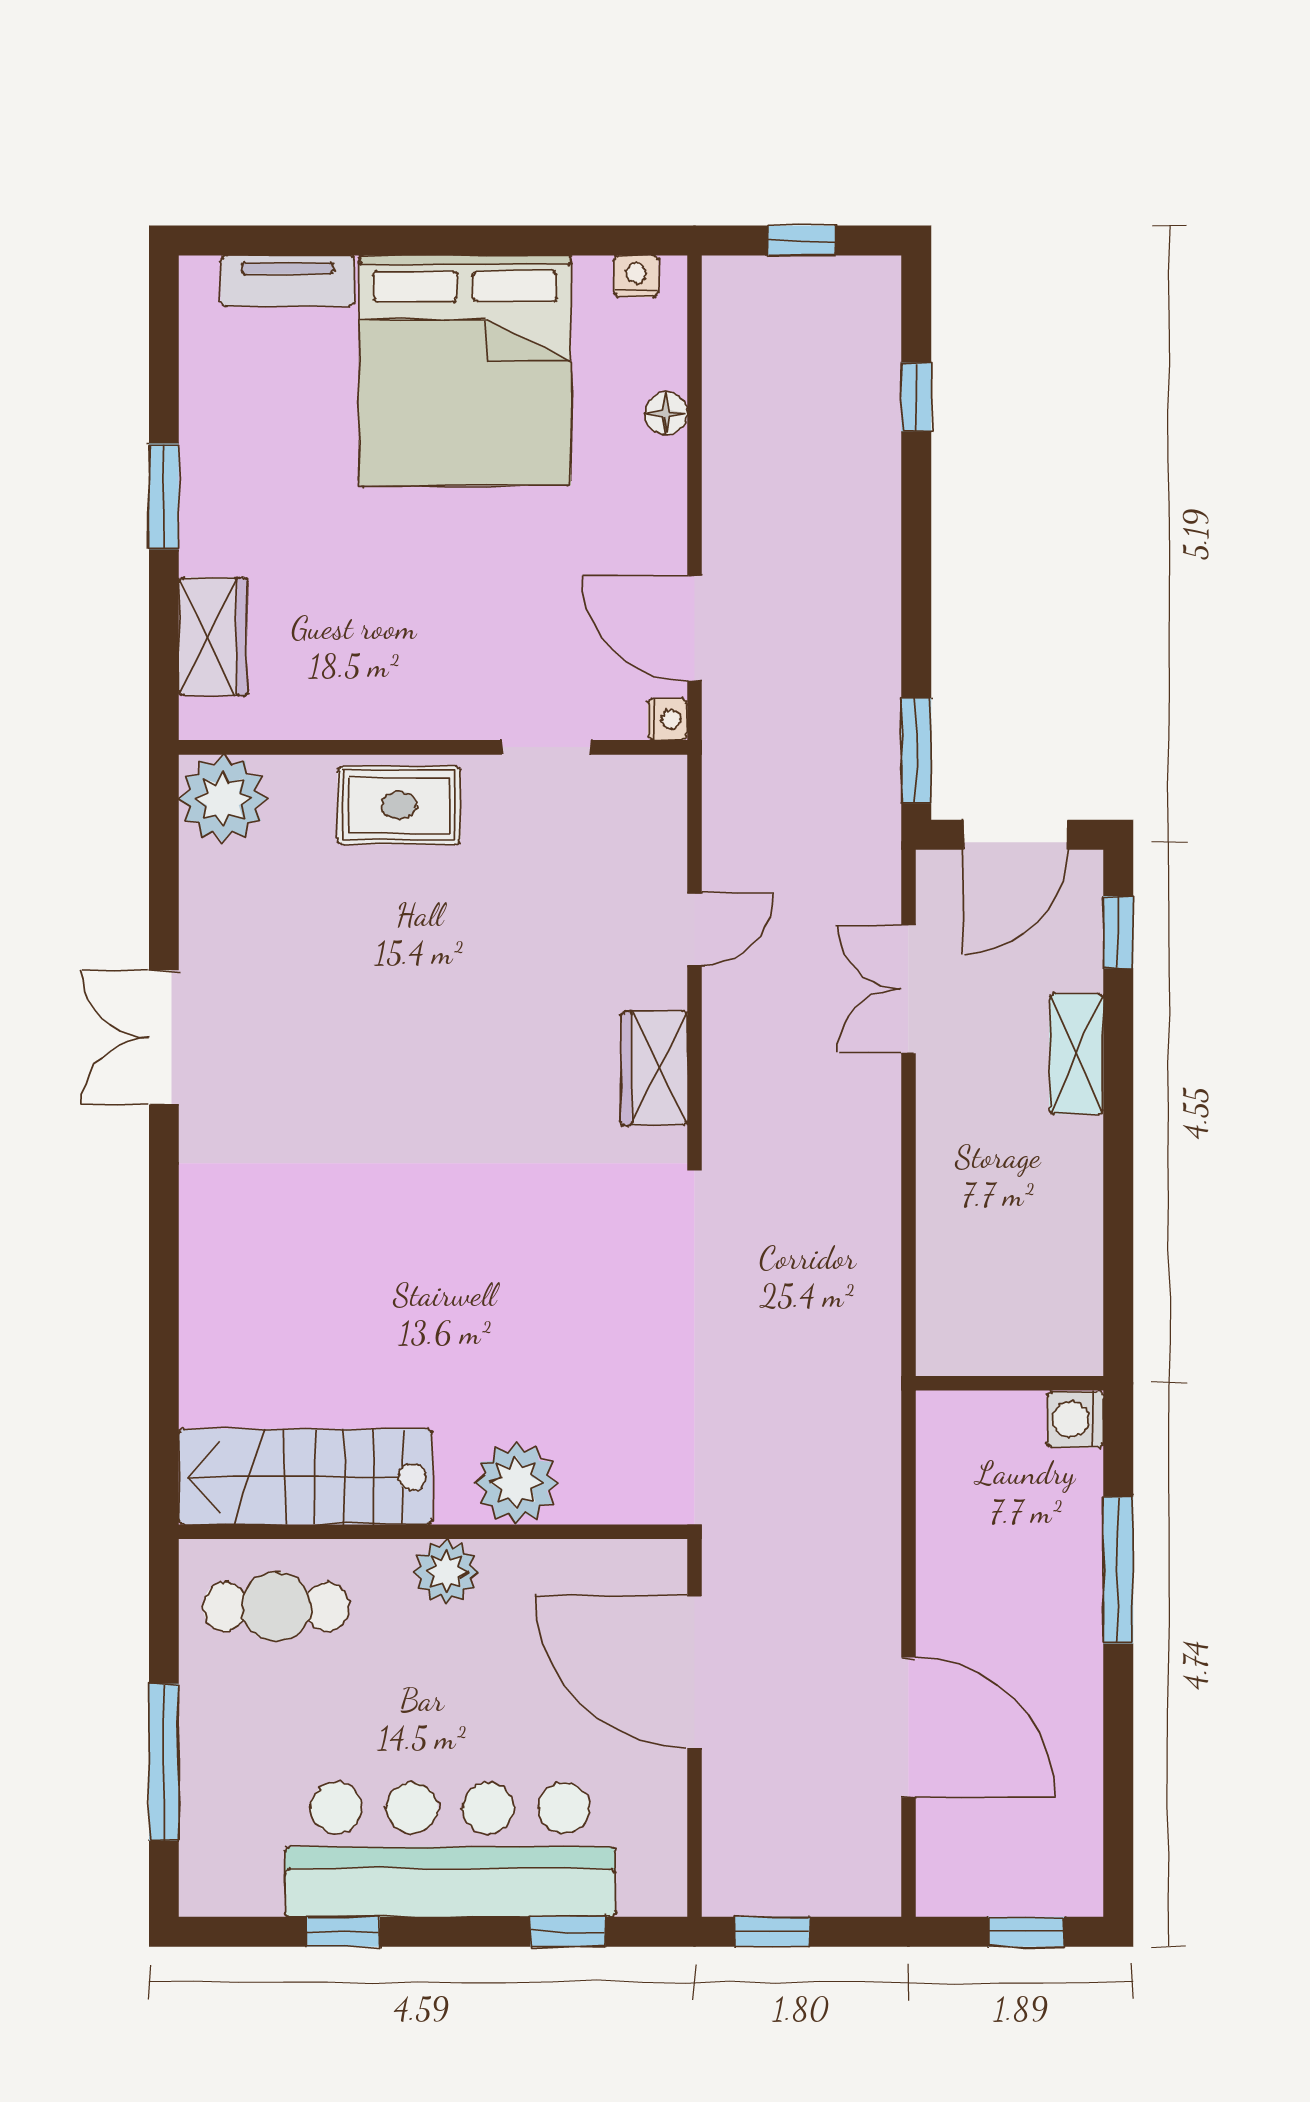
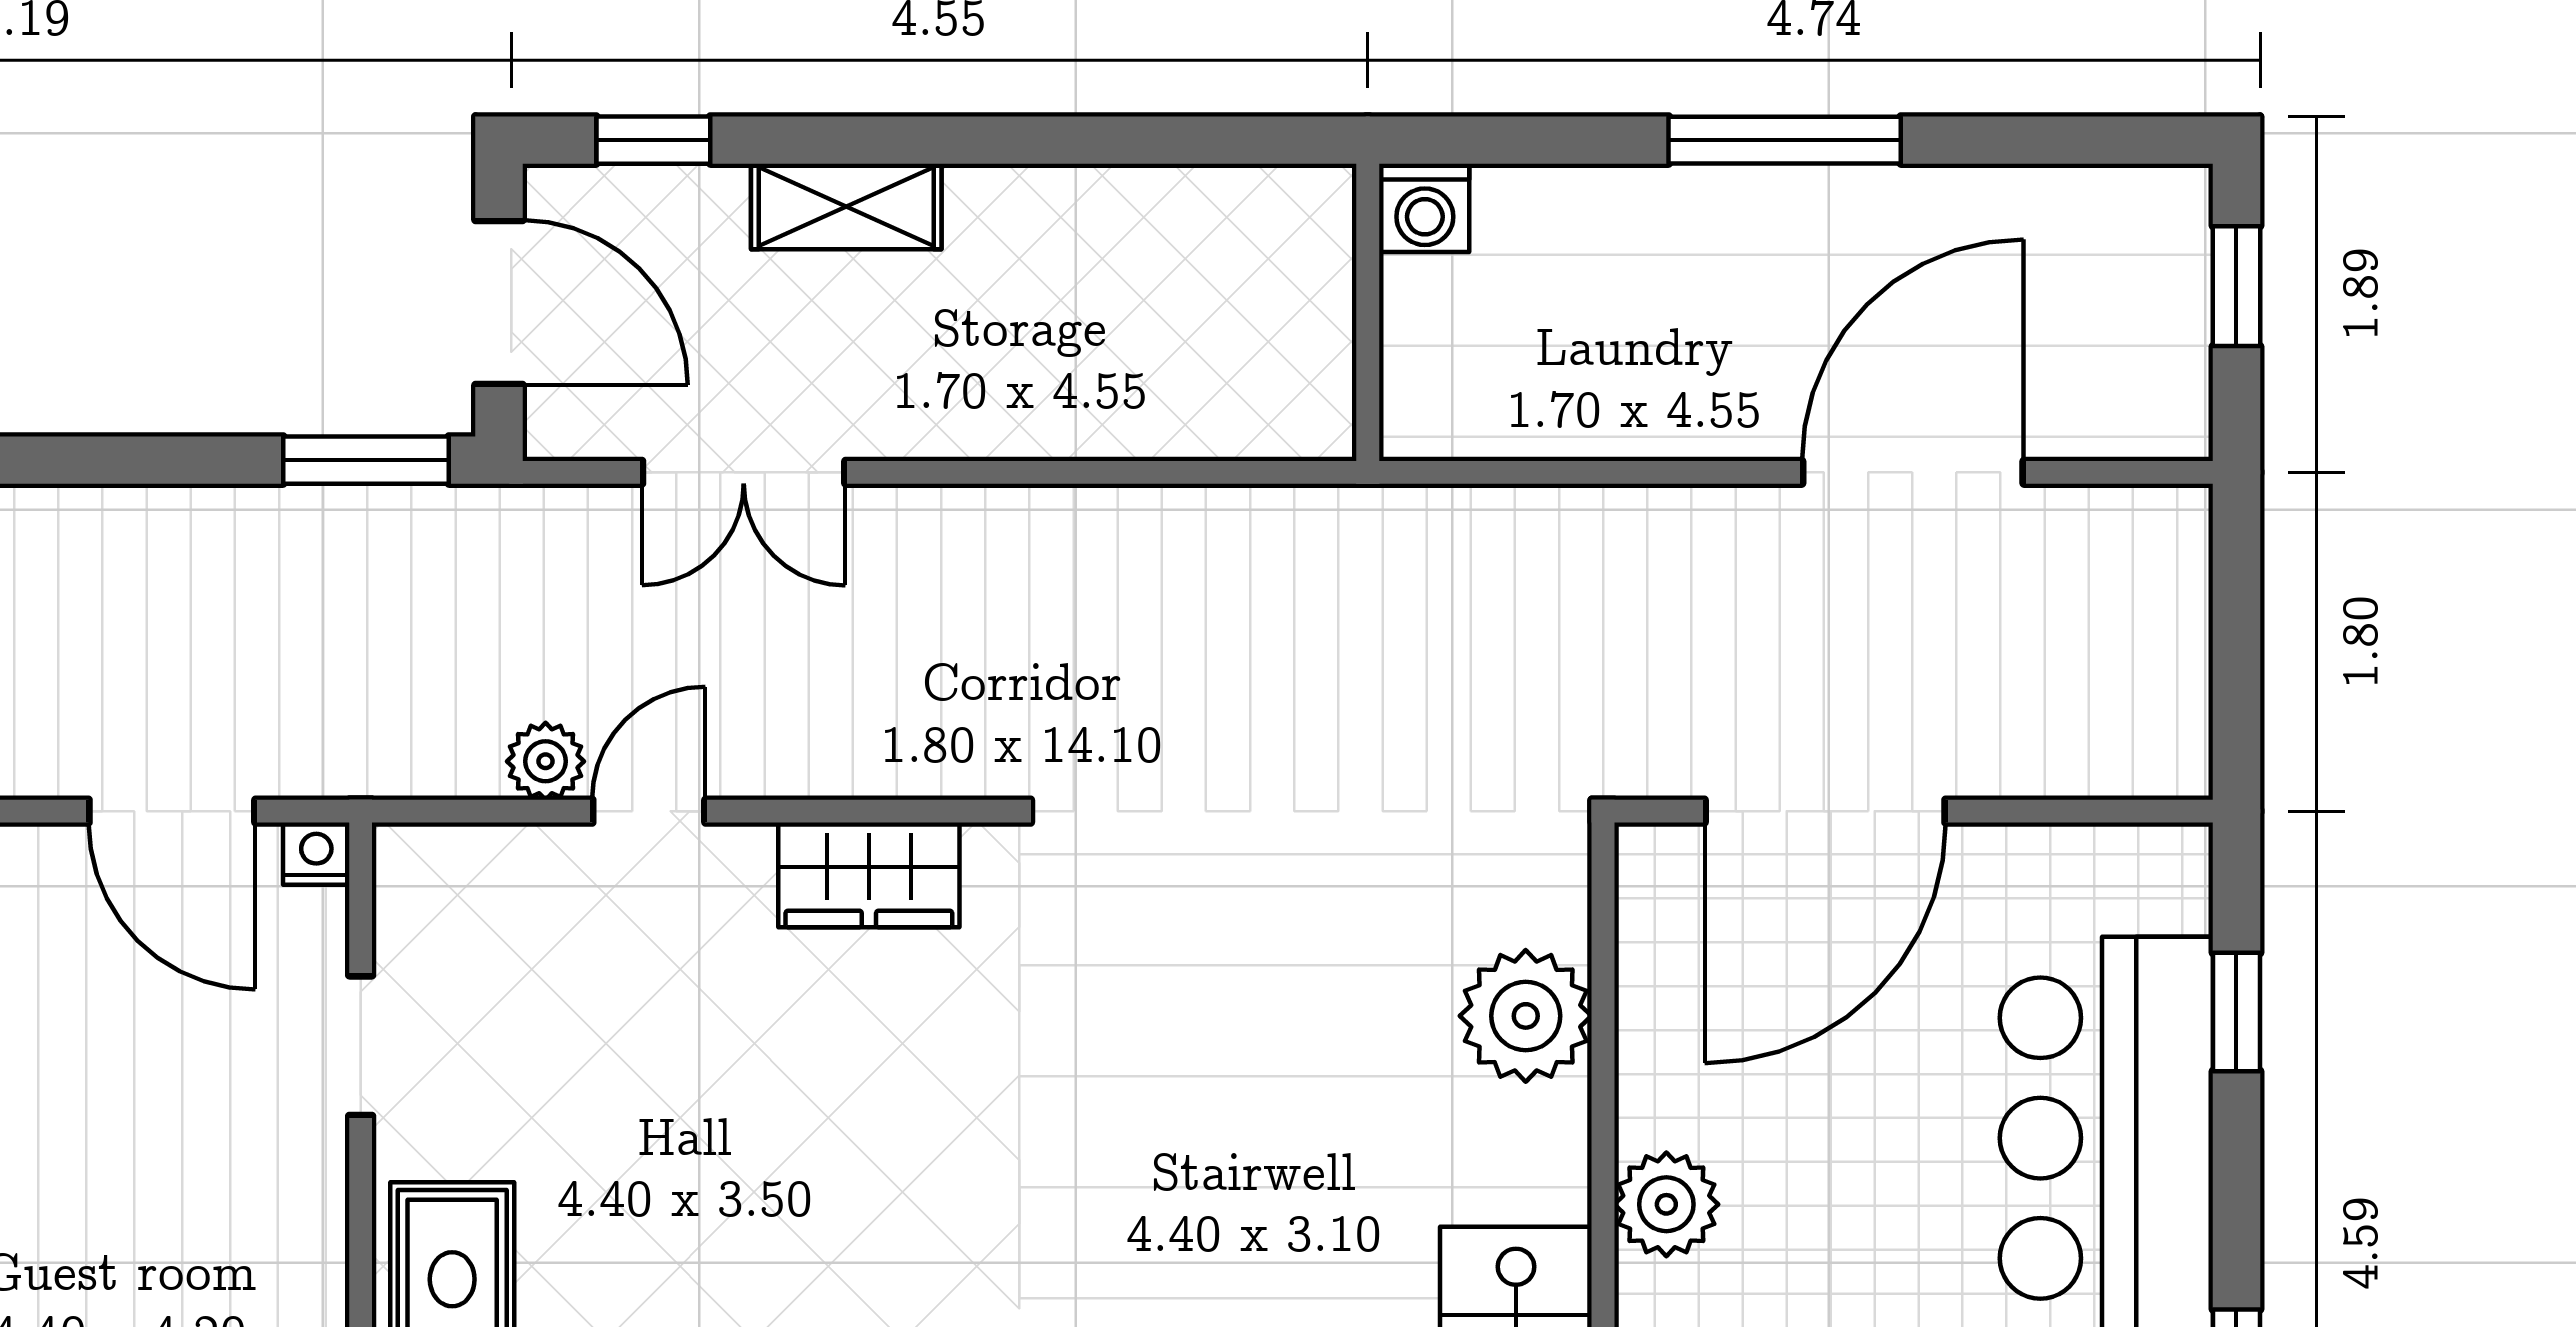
door: (695, 628) -> (172, 811), hinge flipped
plant: (726, 864) -> (546, 761), added
door: (695, 929) -> (649, 811), hinge flipped
plant: (516, 1483) -> (1526, 1016), moved
window: (1118, 1570) -> (1785, 140), moved
window: (772, 1932) -> (2236, 689), removed

